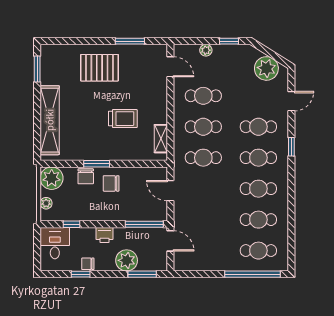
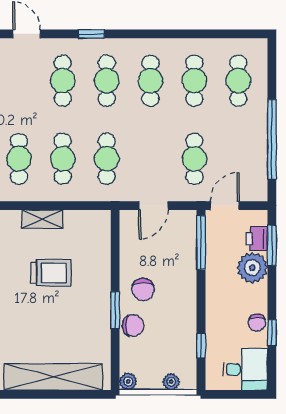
trolley: (123, 119) -> (51, 273), turned 90
shelving: (161, 139) -> (42, 219), moved
plant: (52, 178) -> (128, 382), width x0.53, depth x0.53
cafe table: (203, 220) -> (194, 159), added
printer: (104, 235) -> (257, 239), moved, turned 180
desk: (55, 243) -> (245, 369), moved, turned 180
window: (253, 274) -> (272, 139), moved

